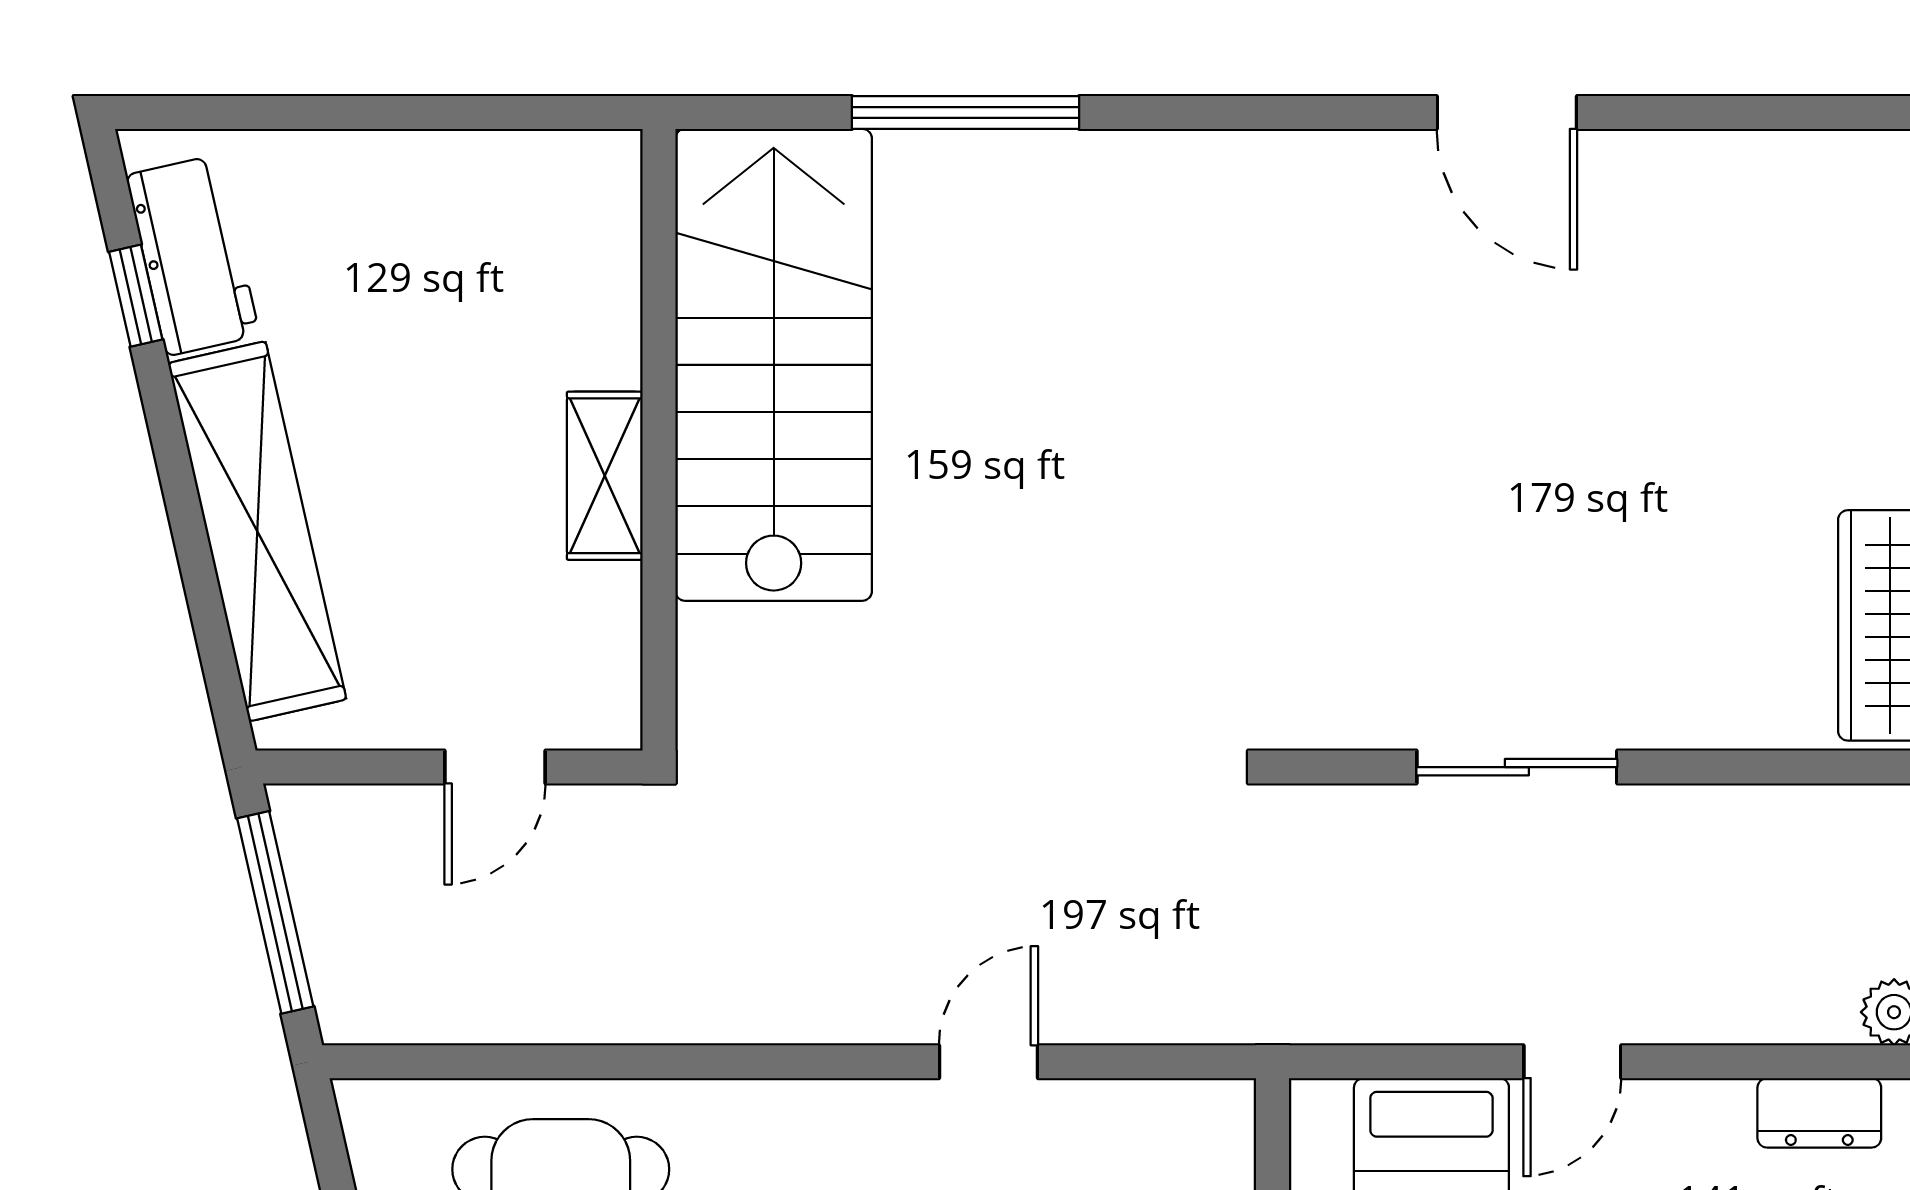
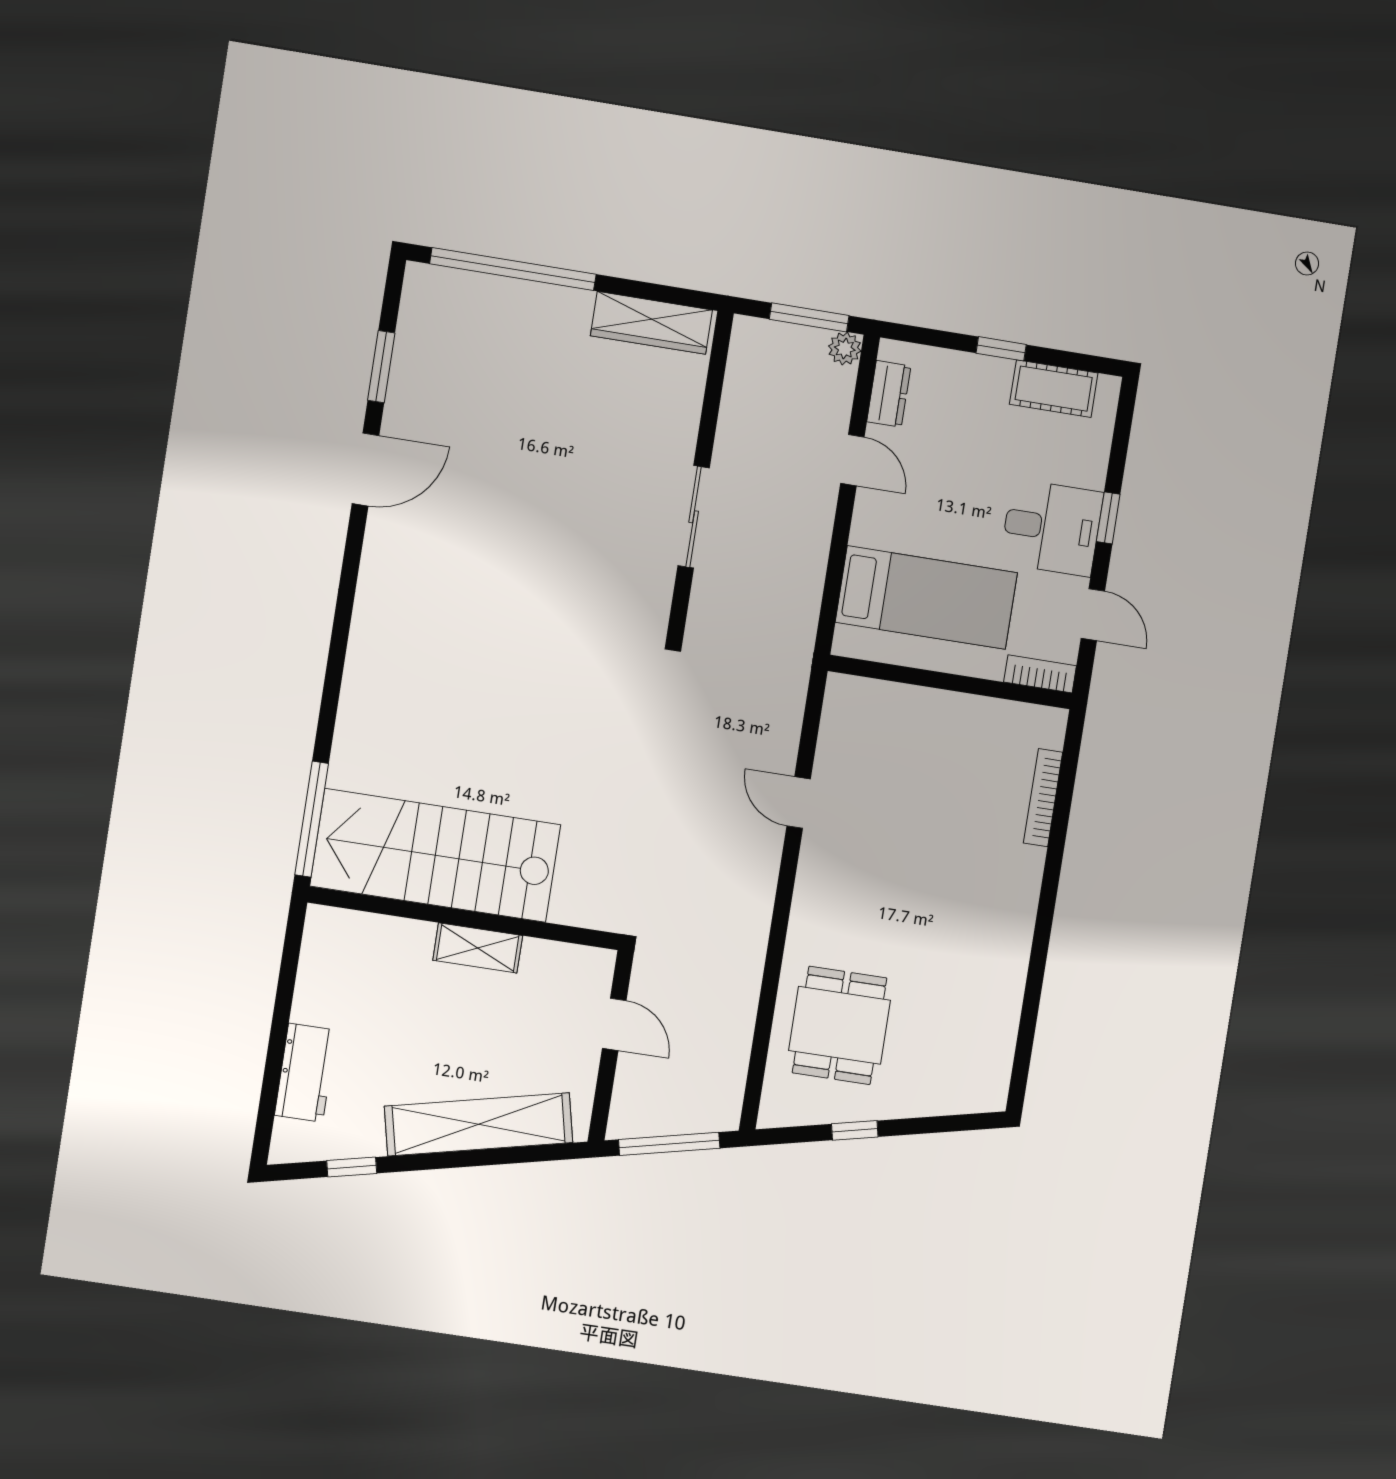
window: (965, 113) -> (312, 819), moved
window: (1712, 113) -> (381, 367), added
workbench: (193, 255) -> (306, 1073), moved, turned 103
door: (1572, 1062) -> (852, 460), moved

